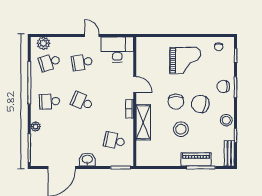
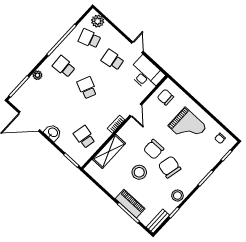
chair: (223, 86) -> (165, 97), moved
shelving: (143, 122) -> (109, 151), moved

